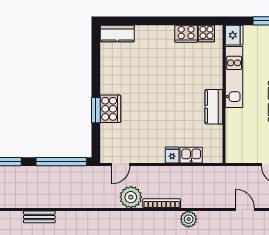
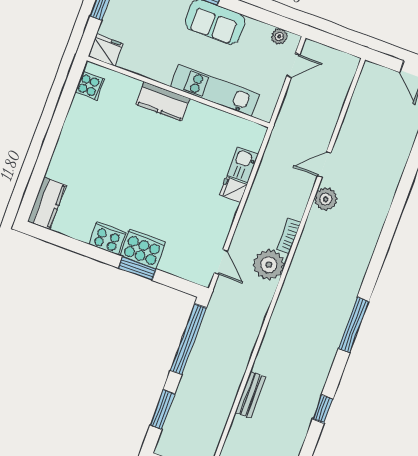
cooker: (186, 34) -> (107, 238), moved, turned -90
kitchen unit: (234, 77) -> (215, 90), moved
kitchen counter: (214, 107) -> (163, 101), moved
bookcase: (162, 203) -> (289, 236), width x0.64
door: (245, 210) -> (324, 164), moved

